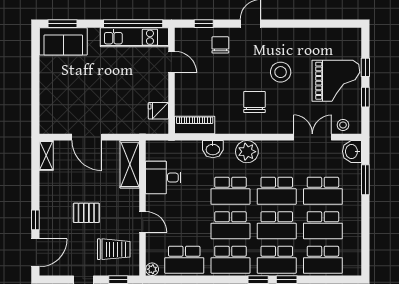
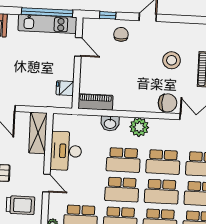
chair: (254, 102) -> (168, 103), moved, turned 90
desk: (163, 178) -> (66, 151), width x1.37

